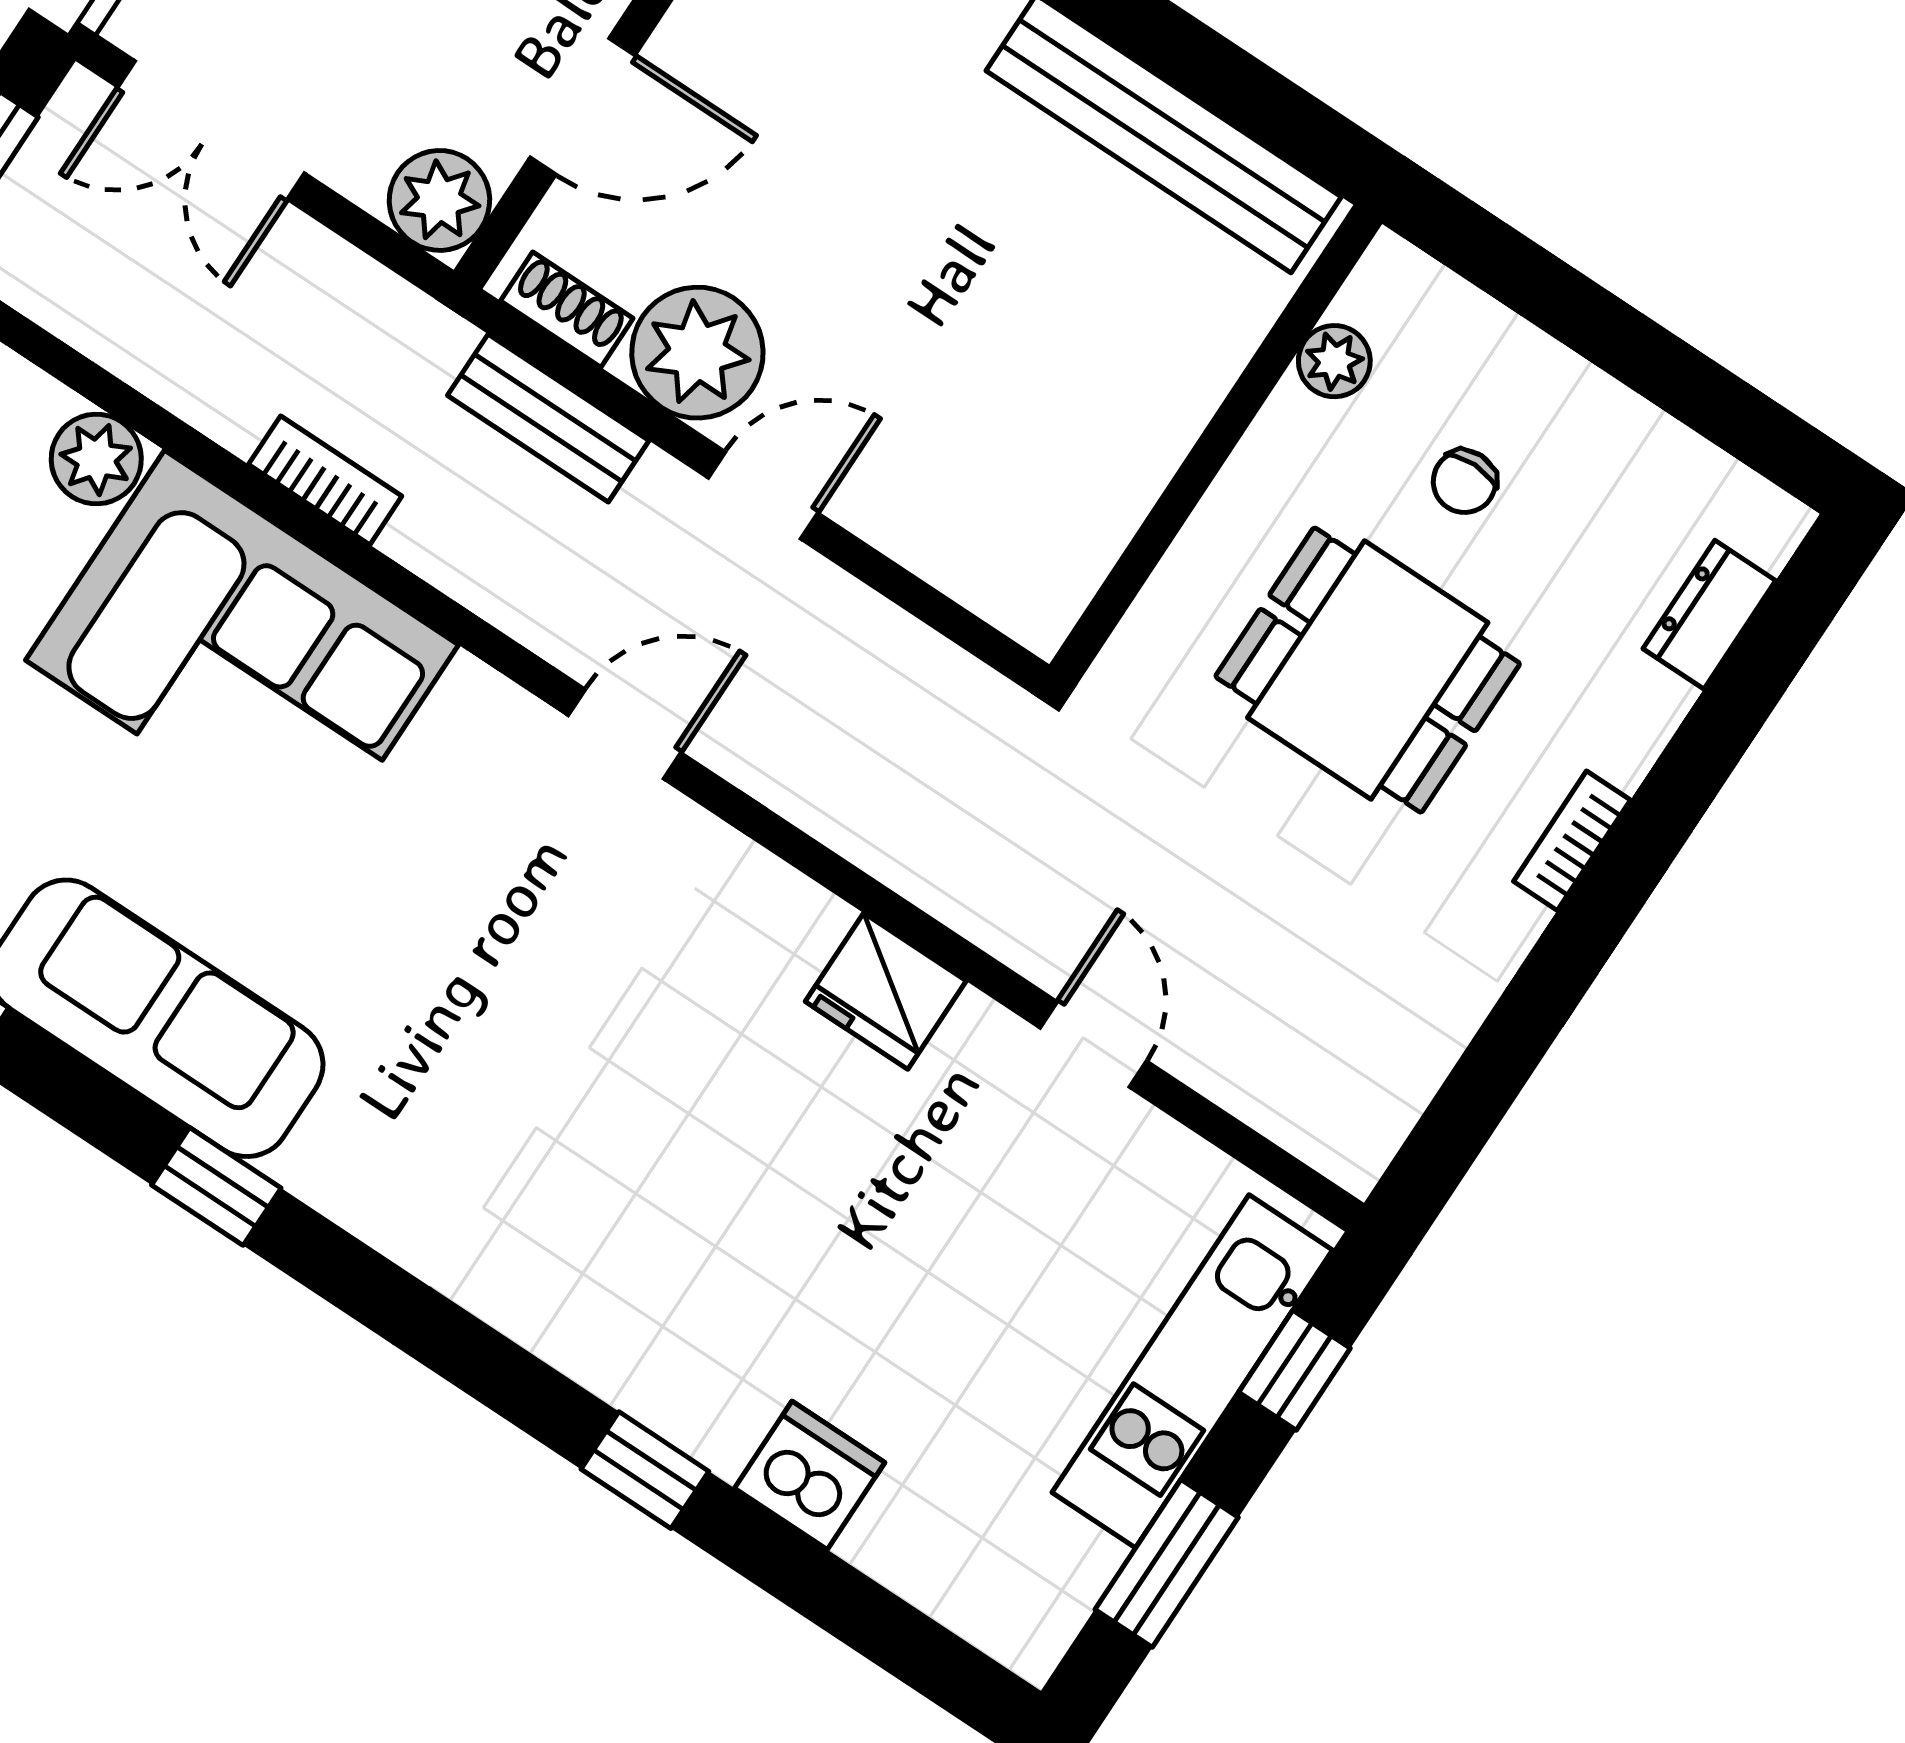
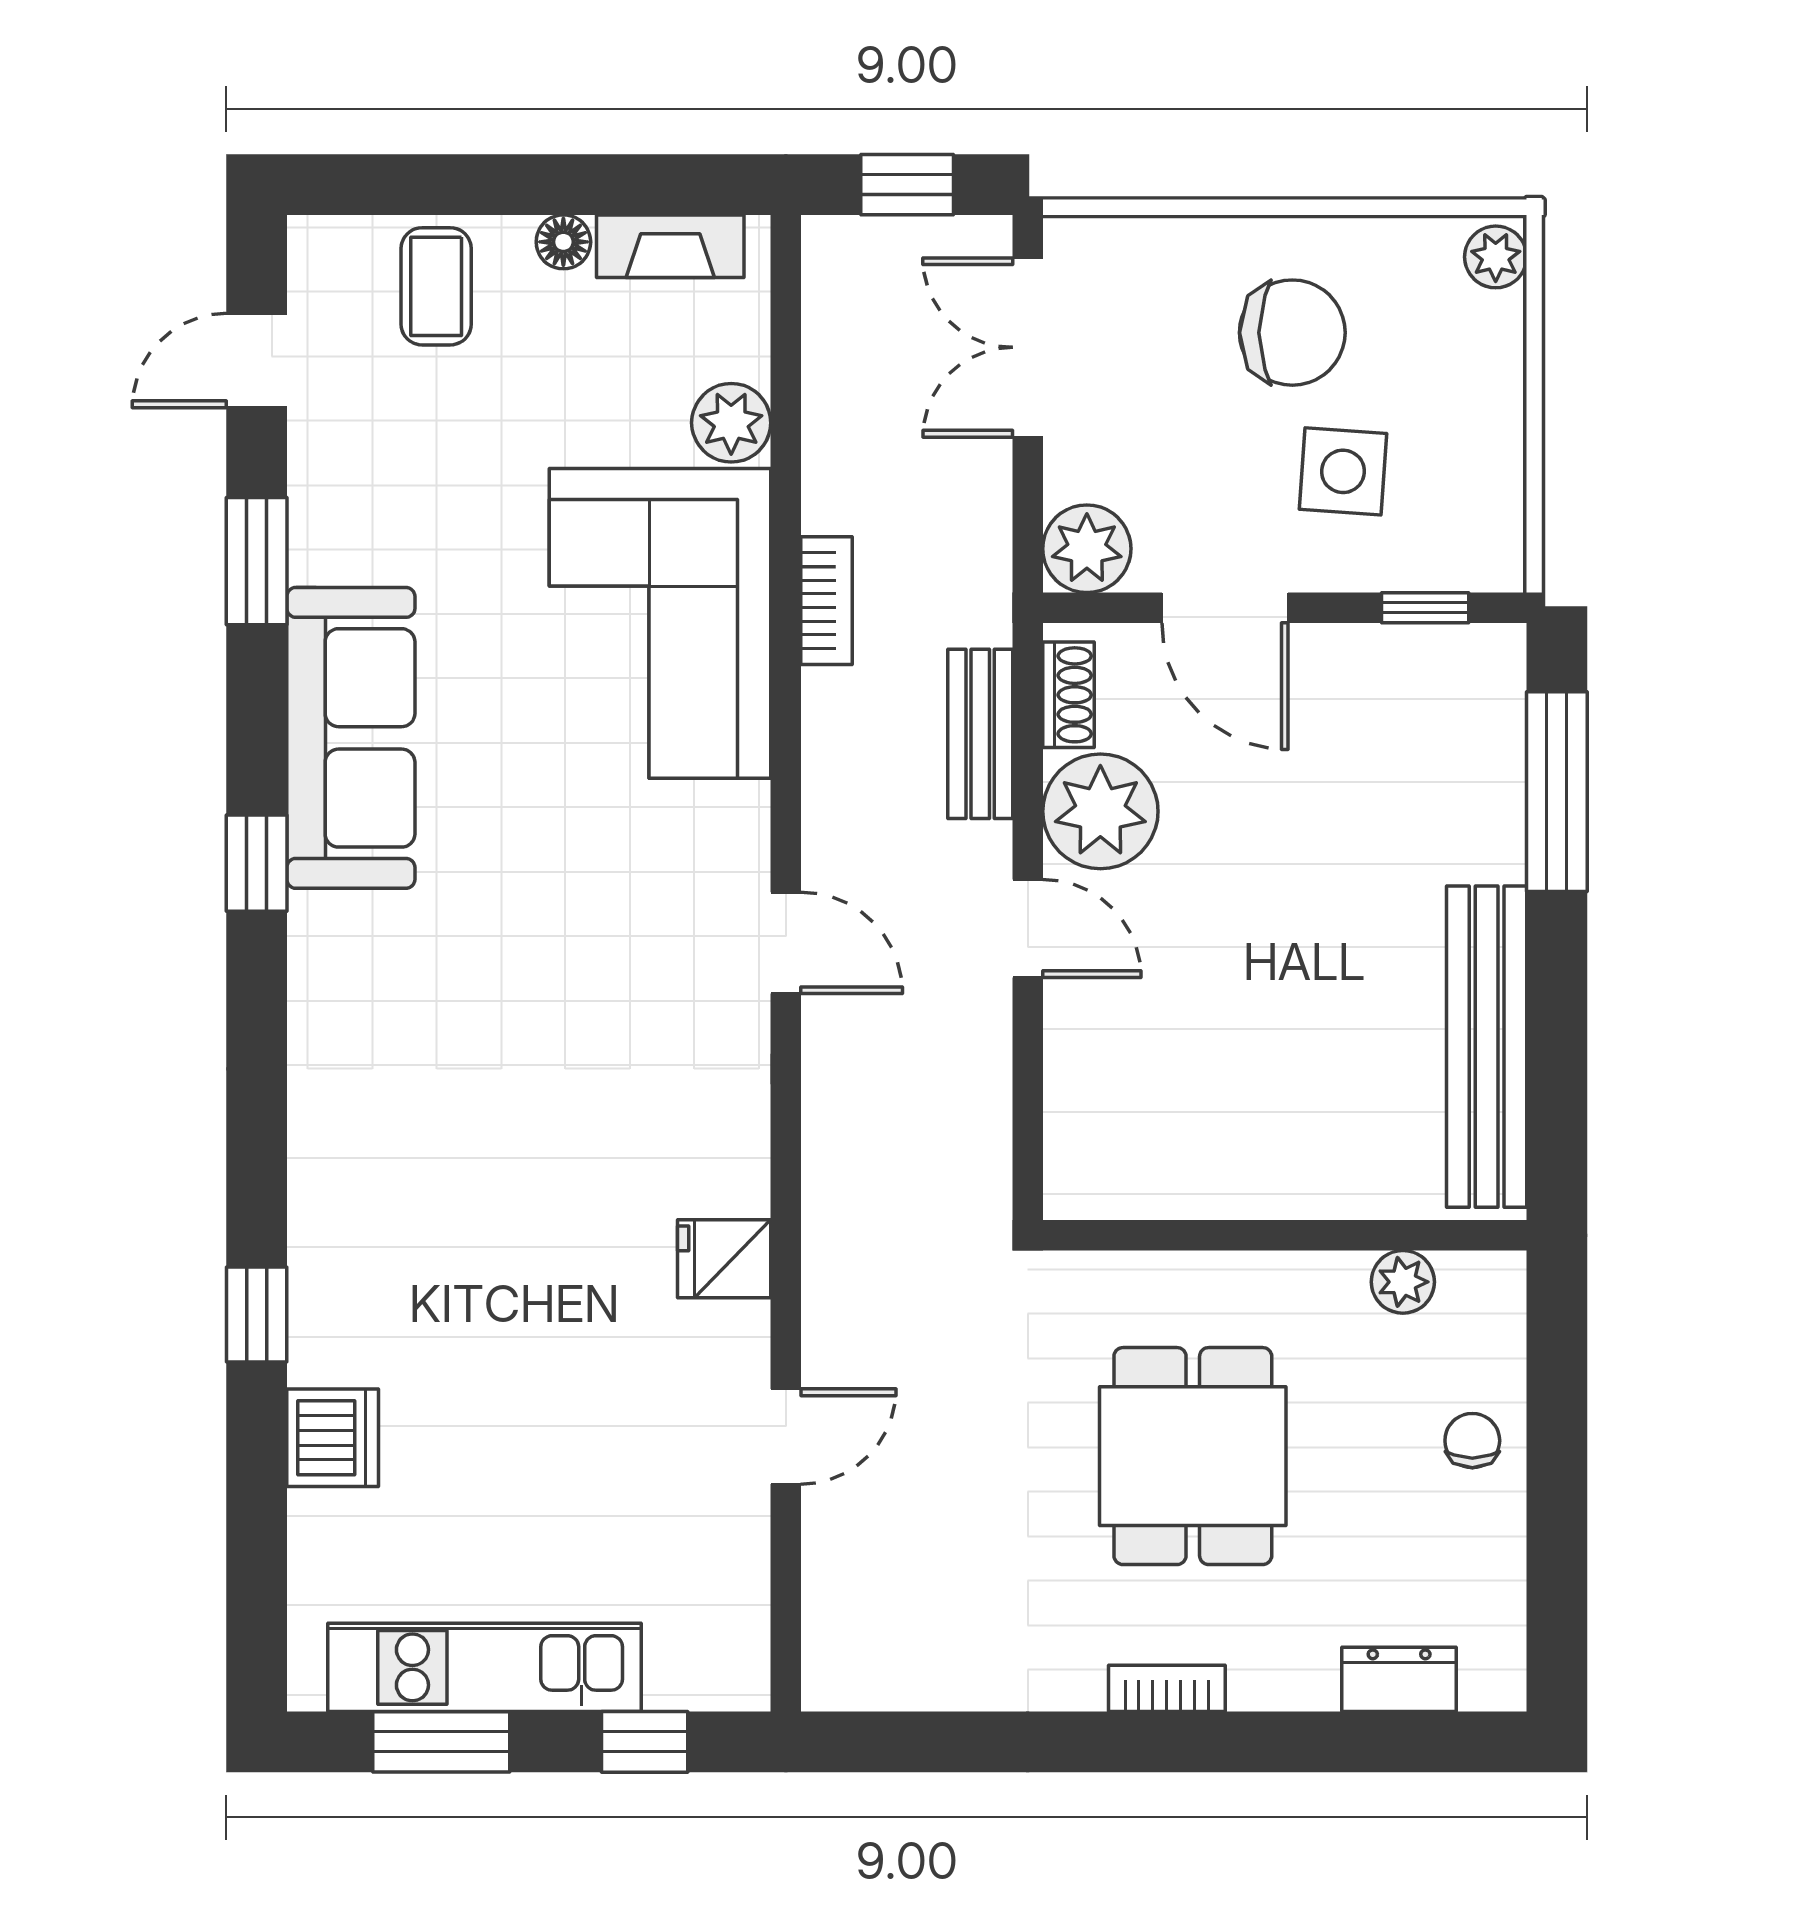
chair: (1464, 482) -> (1472, 1441), moved, turned 90
fridge: (886, 991) -> (724, 1259), width x0.72
kitchen unit: (1192, 1371) -> (485, 1667), moved

